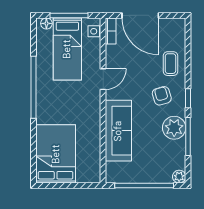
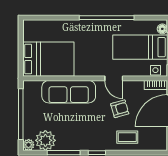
armchair: (162, 96) -> (120, 109), moved
plant: (174, 128) -> (45, 140), moved
bed: (56, 154) -> (48, 59), moved

